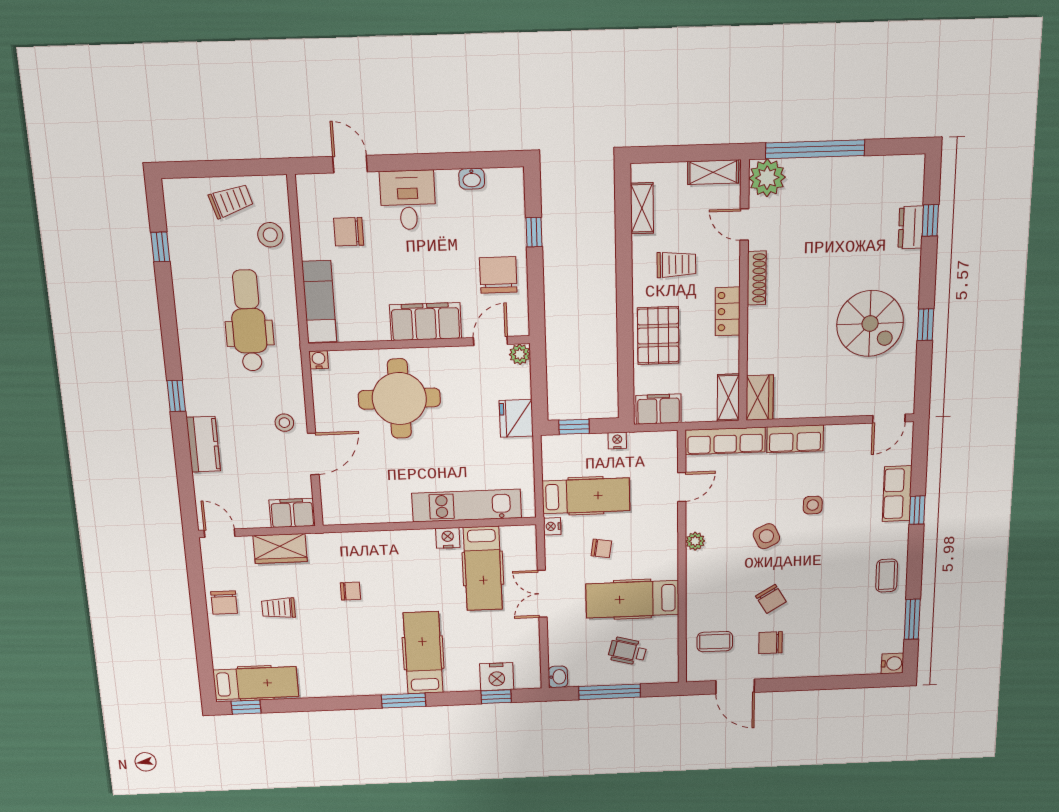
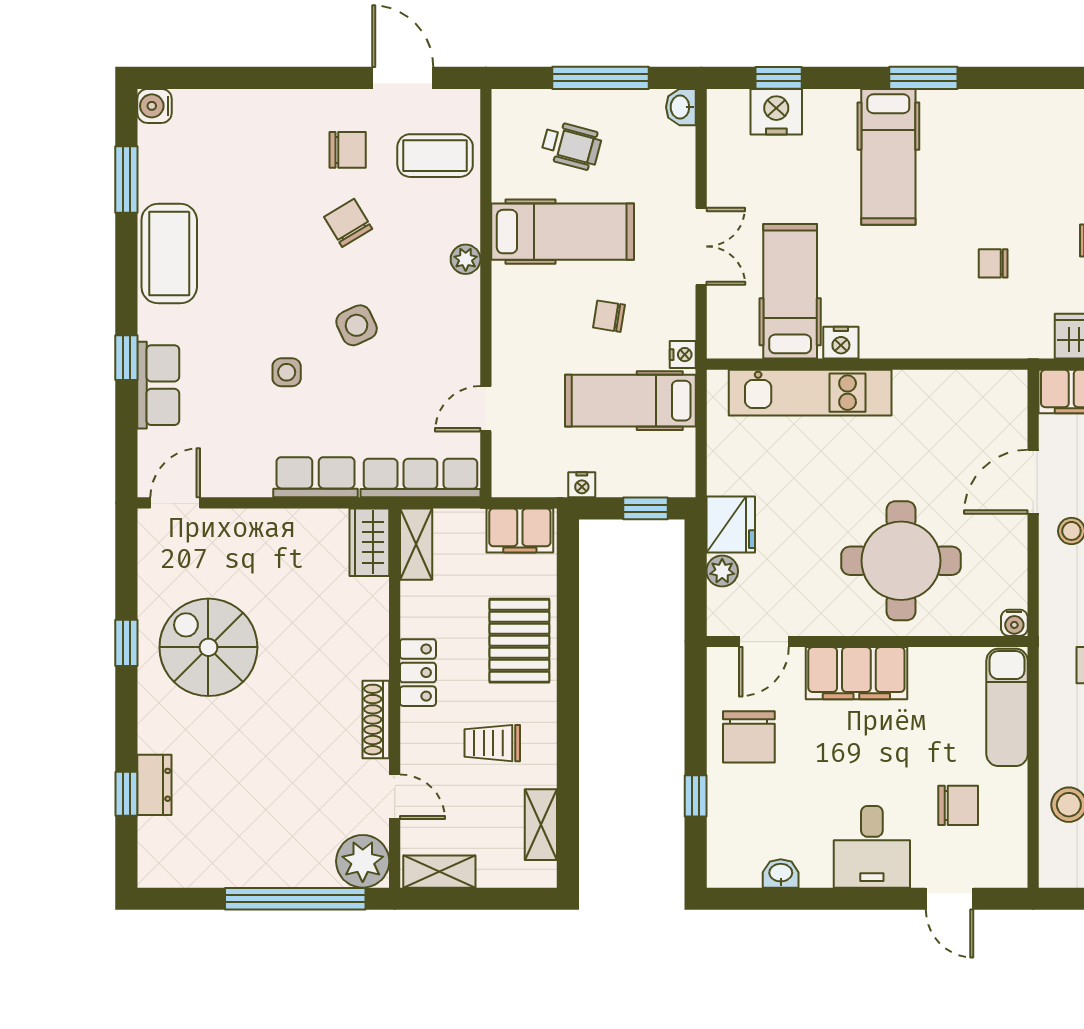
plant: (520, 354) -> (722, 571), moved
plant: (695, 541) -> (466, 259), moved
coffee table: (887, 576) -> (169, 254), width x1.86, depth x1.72
coffee table: (715, 642) -> (435, 156), width x1.36, depth x1.30

